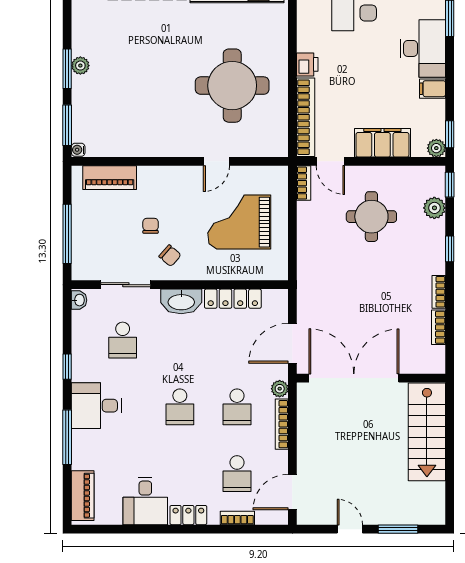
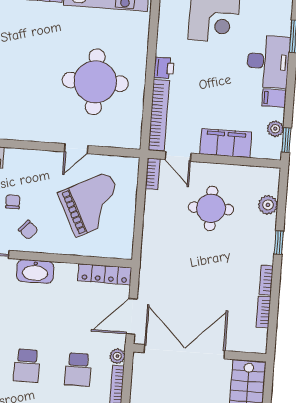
plant: (436, 148) -> (275, 129), moved
window: (450, 185) -> (283, 185), removed
grand piano: (239, 222) -> (92, 204), turned 153
locker: (233, 299) -> (105, 274), moved

